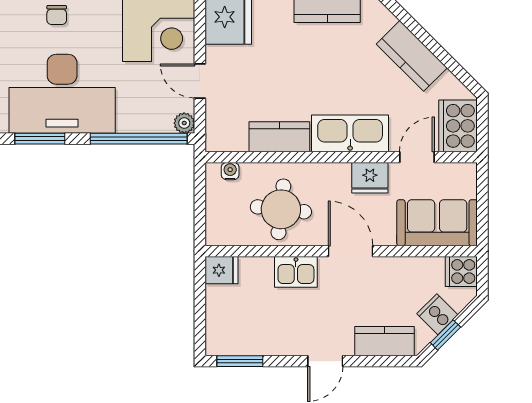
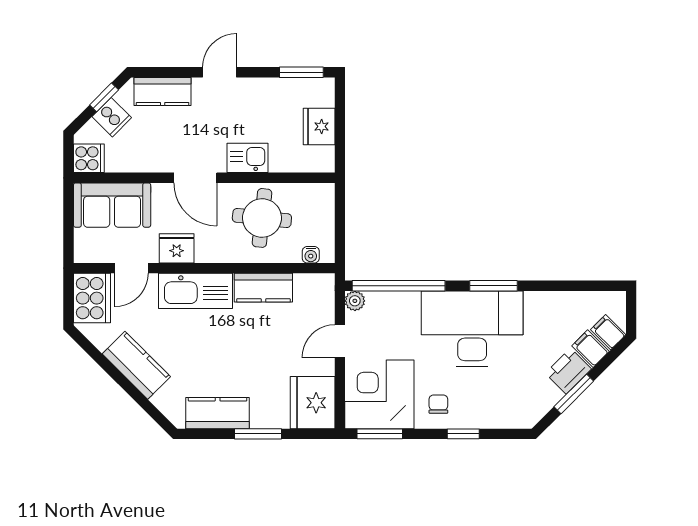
chair: (57, 15) -> (438, 404), moved
door: (200, 81) -> (340, 341), swing flipped
fridge: (222, 270) -> (319, 126), moved, width x1.38

